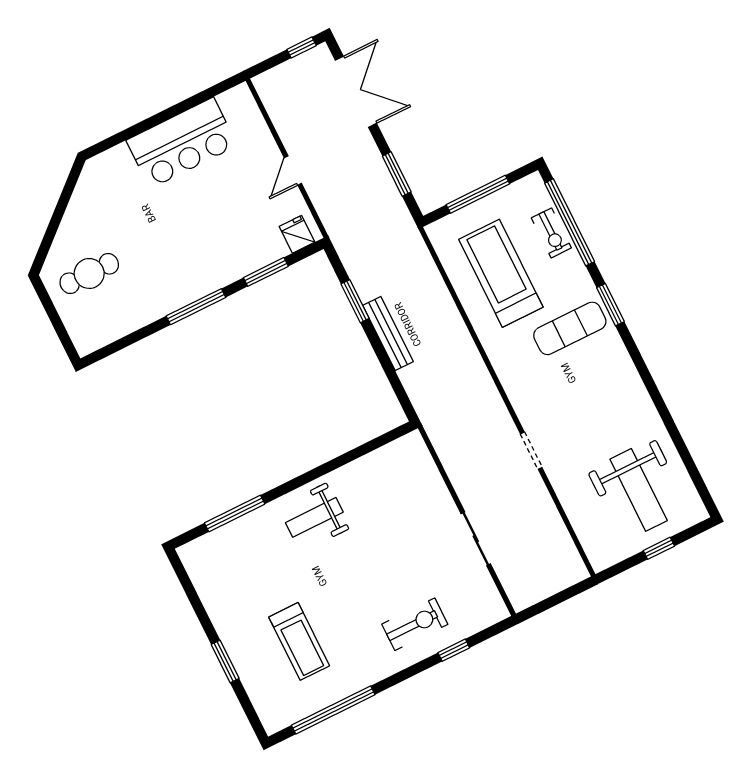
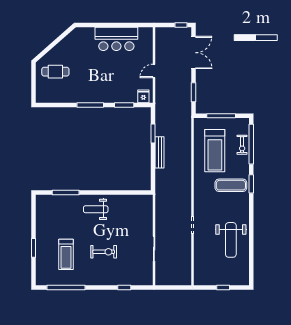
treadmill: (501, 273) -> (215, 151), turned 180
weight bench: (639, 490) -> (231, 240), moved
exercise bike: (415, 624) -> (104, 252), moved

